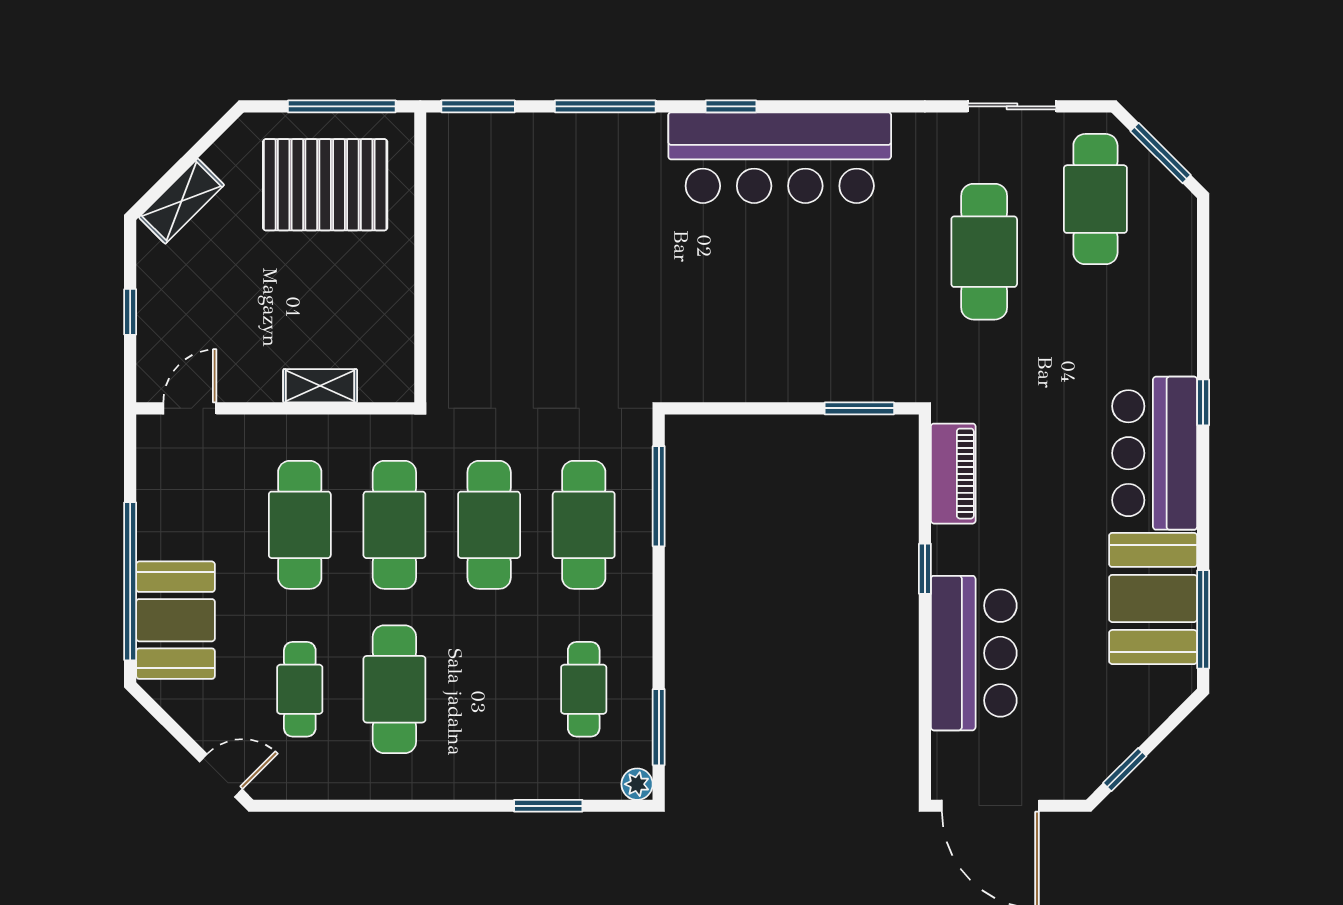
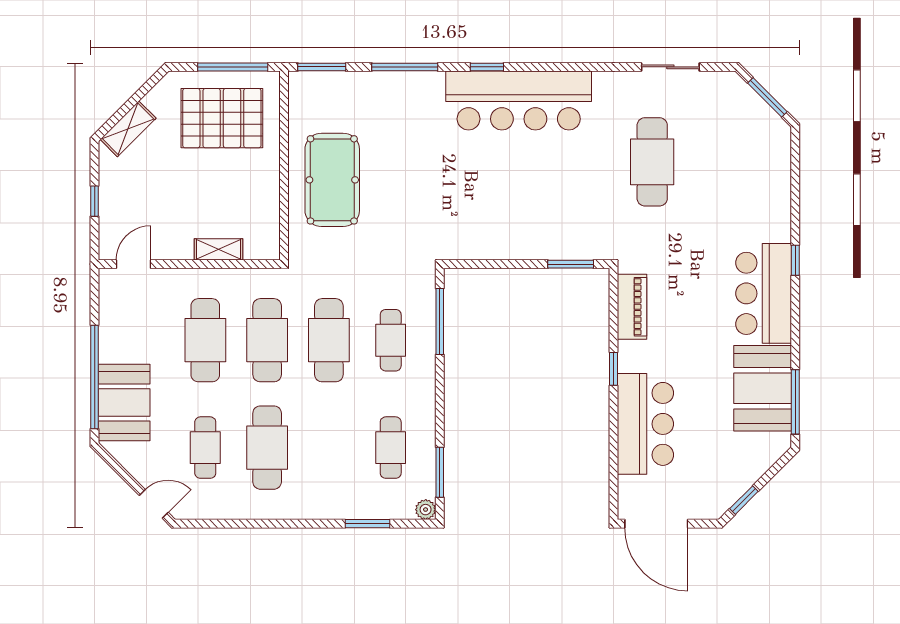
cafe table: (1095, 199) -> (725, 128), removed
pool table: (494, 279) -> (332, 180), added
cafe table: (584, 525) -> (391, 340), width x0.73, depth x0.74

